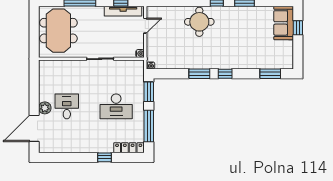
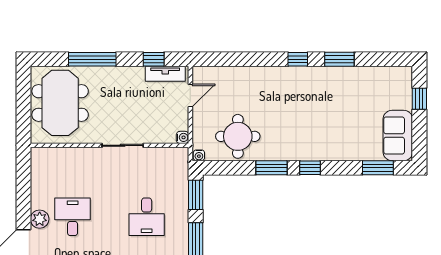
tv unit: (123, 11) -> (165, 74), width x0.71
round table: (199, 22) -> (238, 136), moved
sofa: (284, 23) -> (398, 136), moved
desk: (116, 106) -> (147, 217), width x0.73

